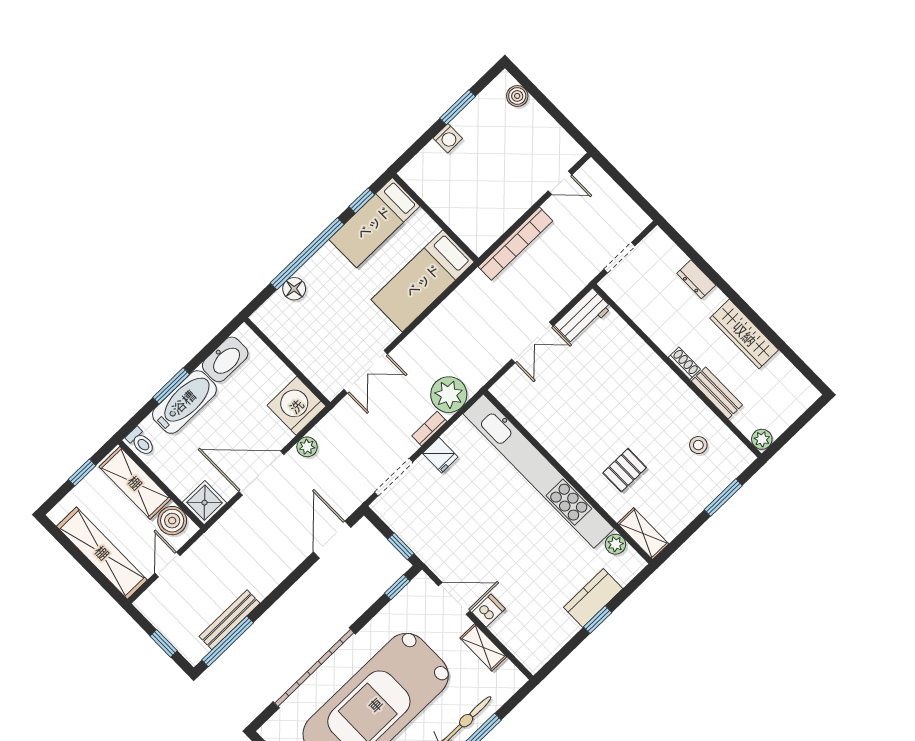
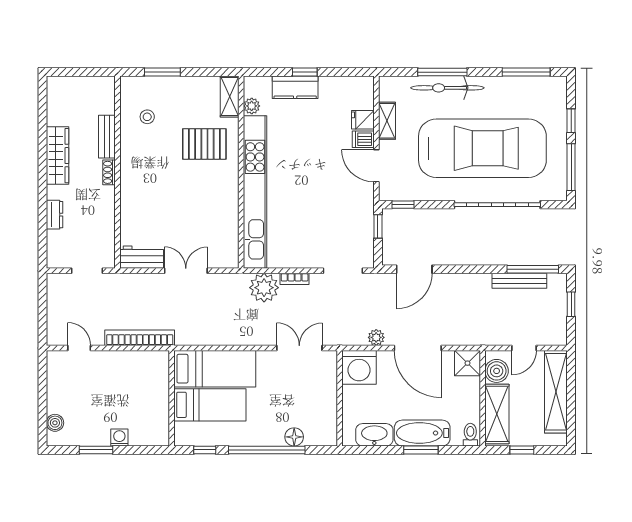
bed: (374, 223) -> (210, 405), moved
plant: (762, 439) -> (107, 84), removed
fridge: (440, 455) -> (363, 120), moved, turned -90
pallet: (625, 470) -> (204, 144), width x1.50, depth x1.42

